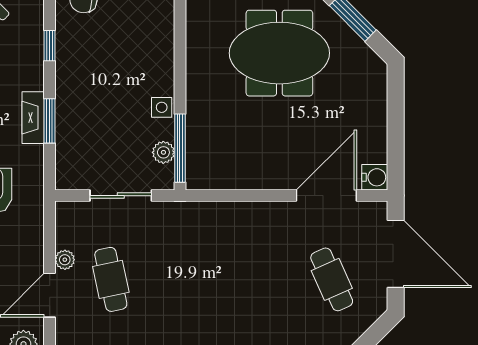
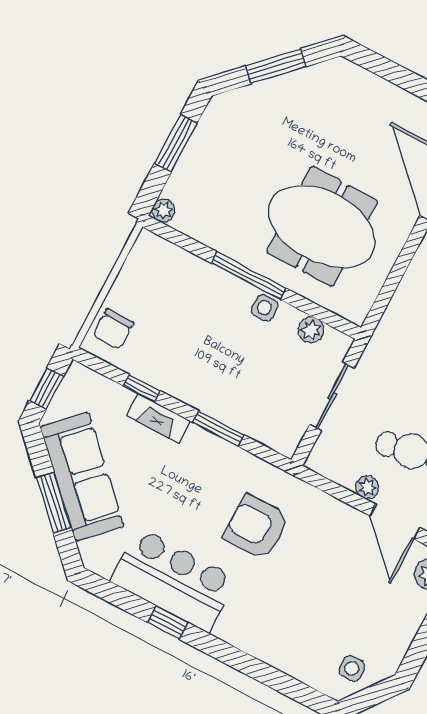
meeting table: (279, 53) -> (322, 226), moved, turned 90
fireplace: (33, 118) -> (158, 418), moved
window: (180, 148) -> (249, 276), moved

